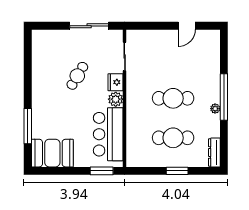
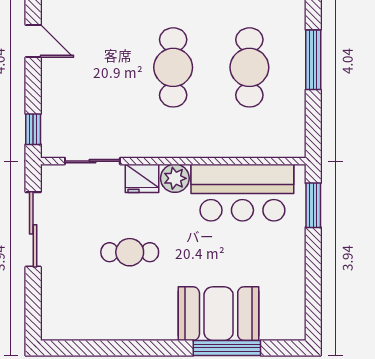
window: (141, 26) -> (33, 129), added
cafe table: (77, 76) -> (130, 252), turned -31
booth: (52, 153) -> (219, 314), moved, turned 90
window: (177, 171) -> (313, 60), width x1.44

